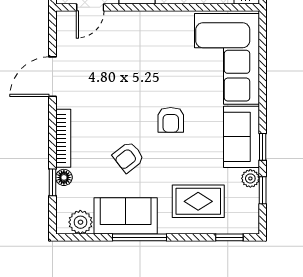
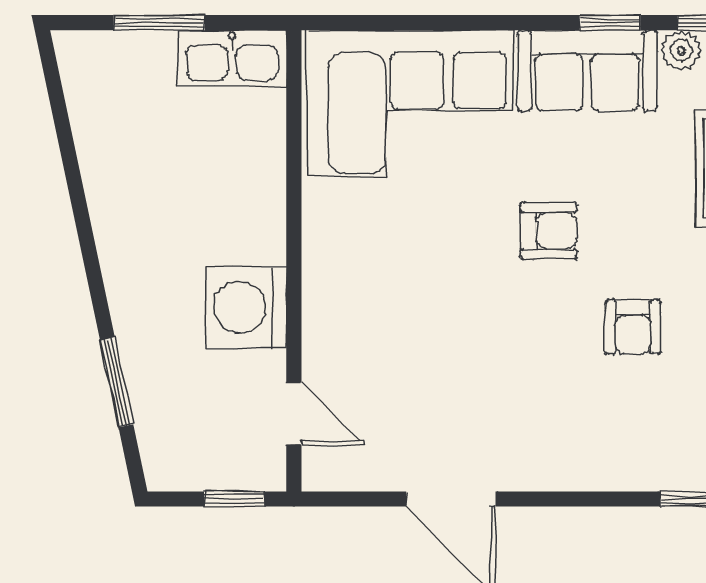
bookcase: (63, 138) -> (590, 475), removed
armchair: (128, 157) -> (633, 327), turned 38
floor lamp: (64, 177) -> (679, 473), removed

